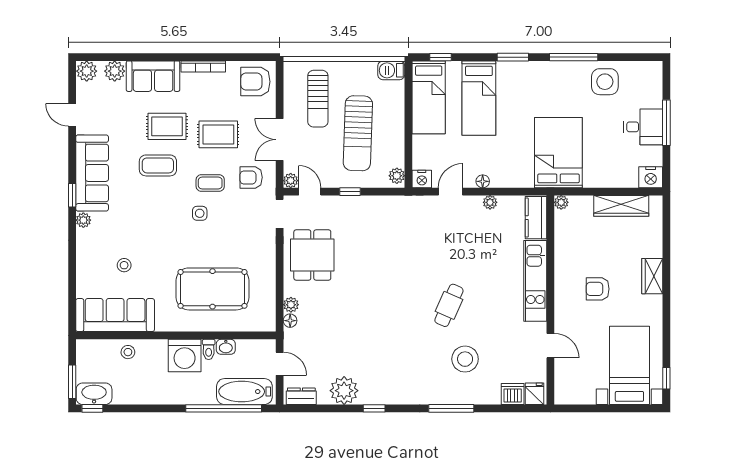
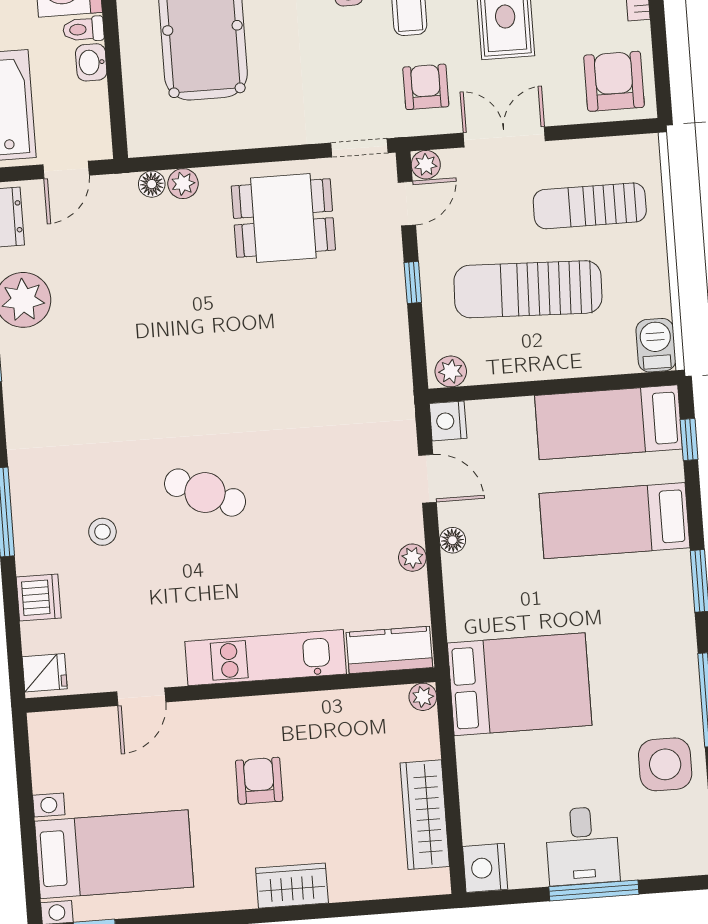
stool: (465, 359) -> (102, 532), width x0.53, depth x0.53
dishwasher: (513, 394) -> (39, 598), moved

